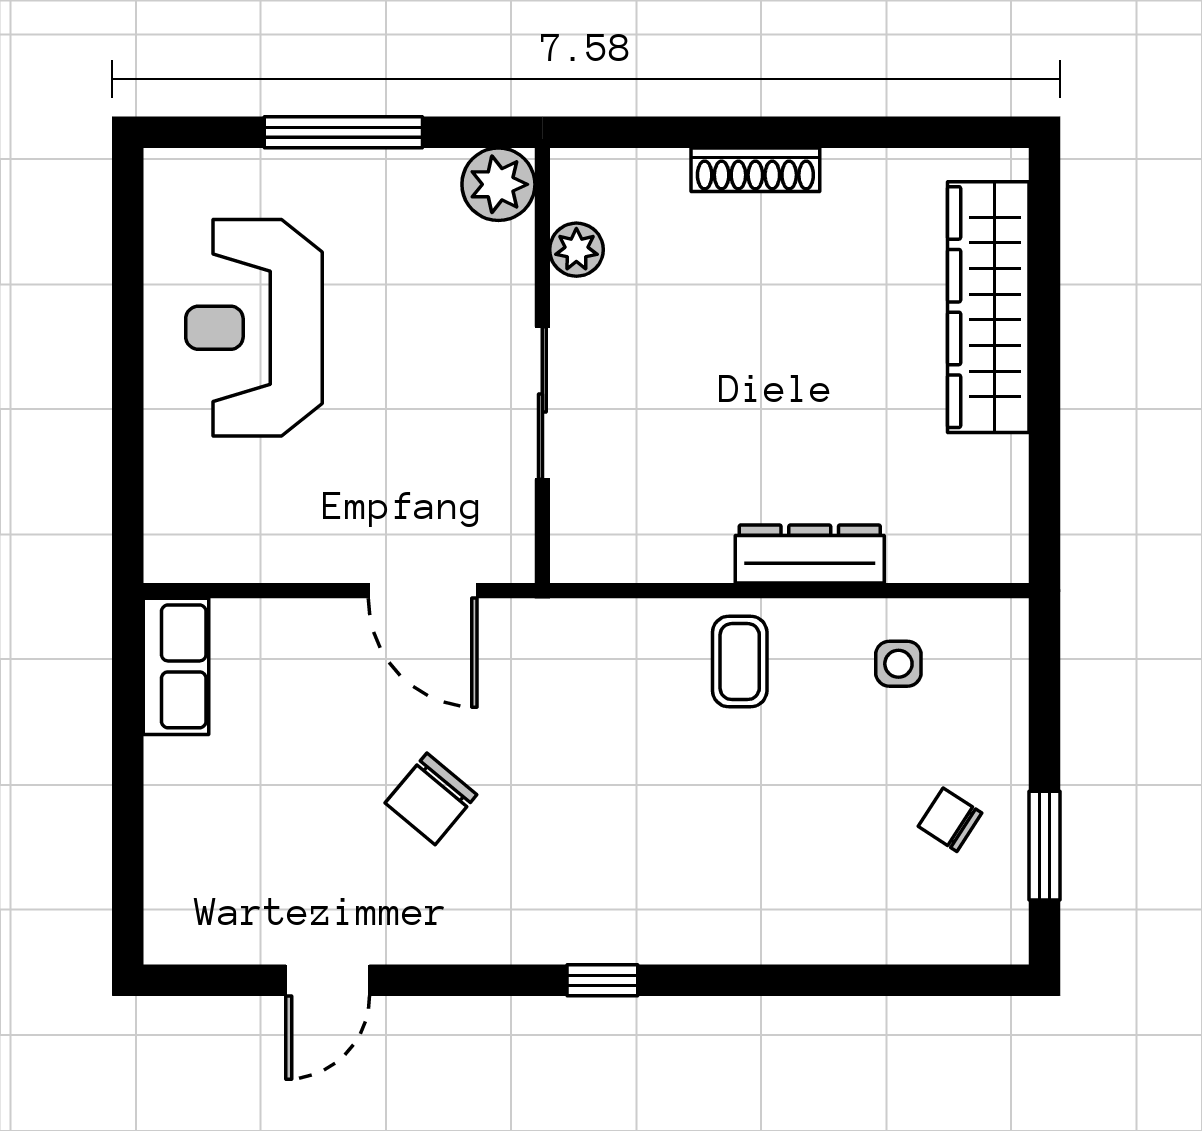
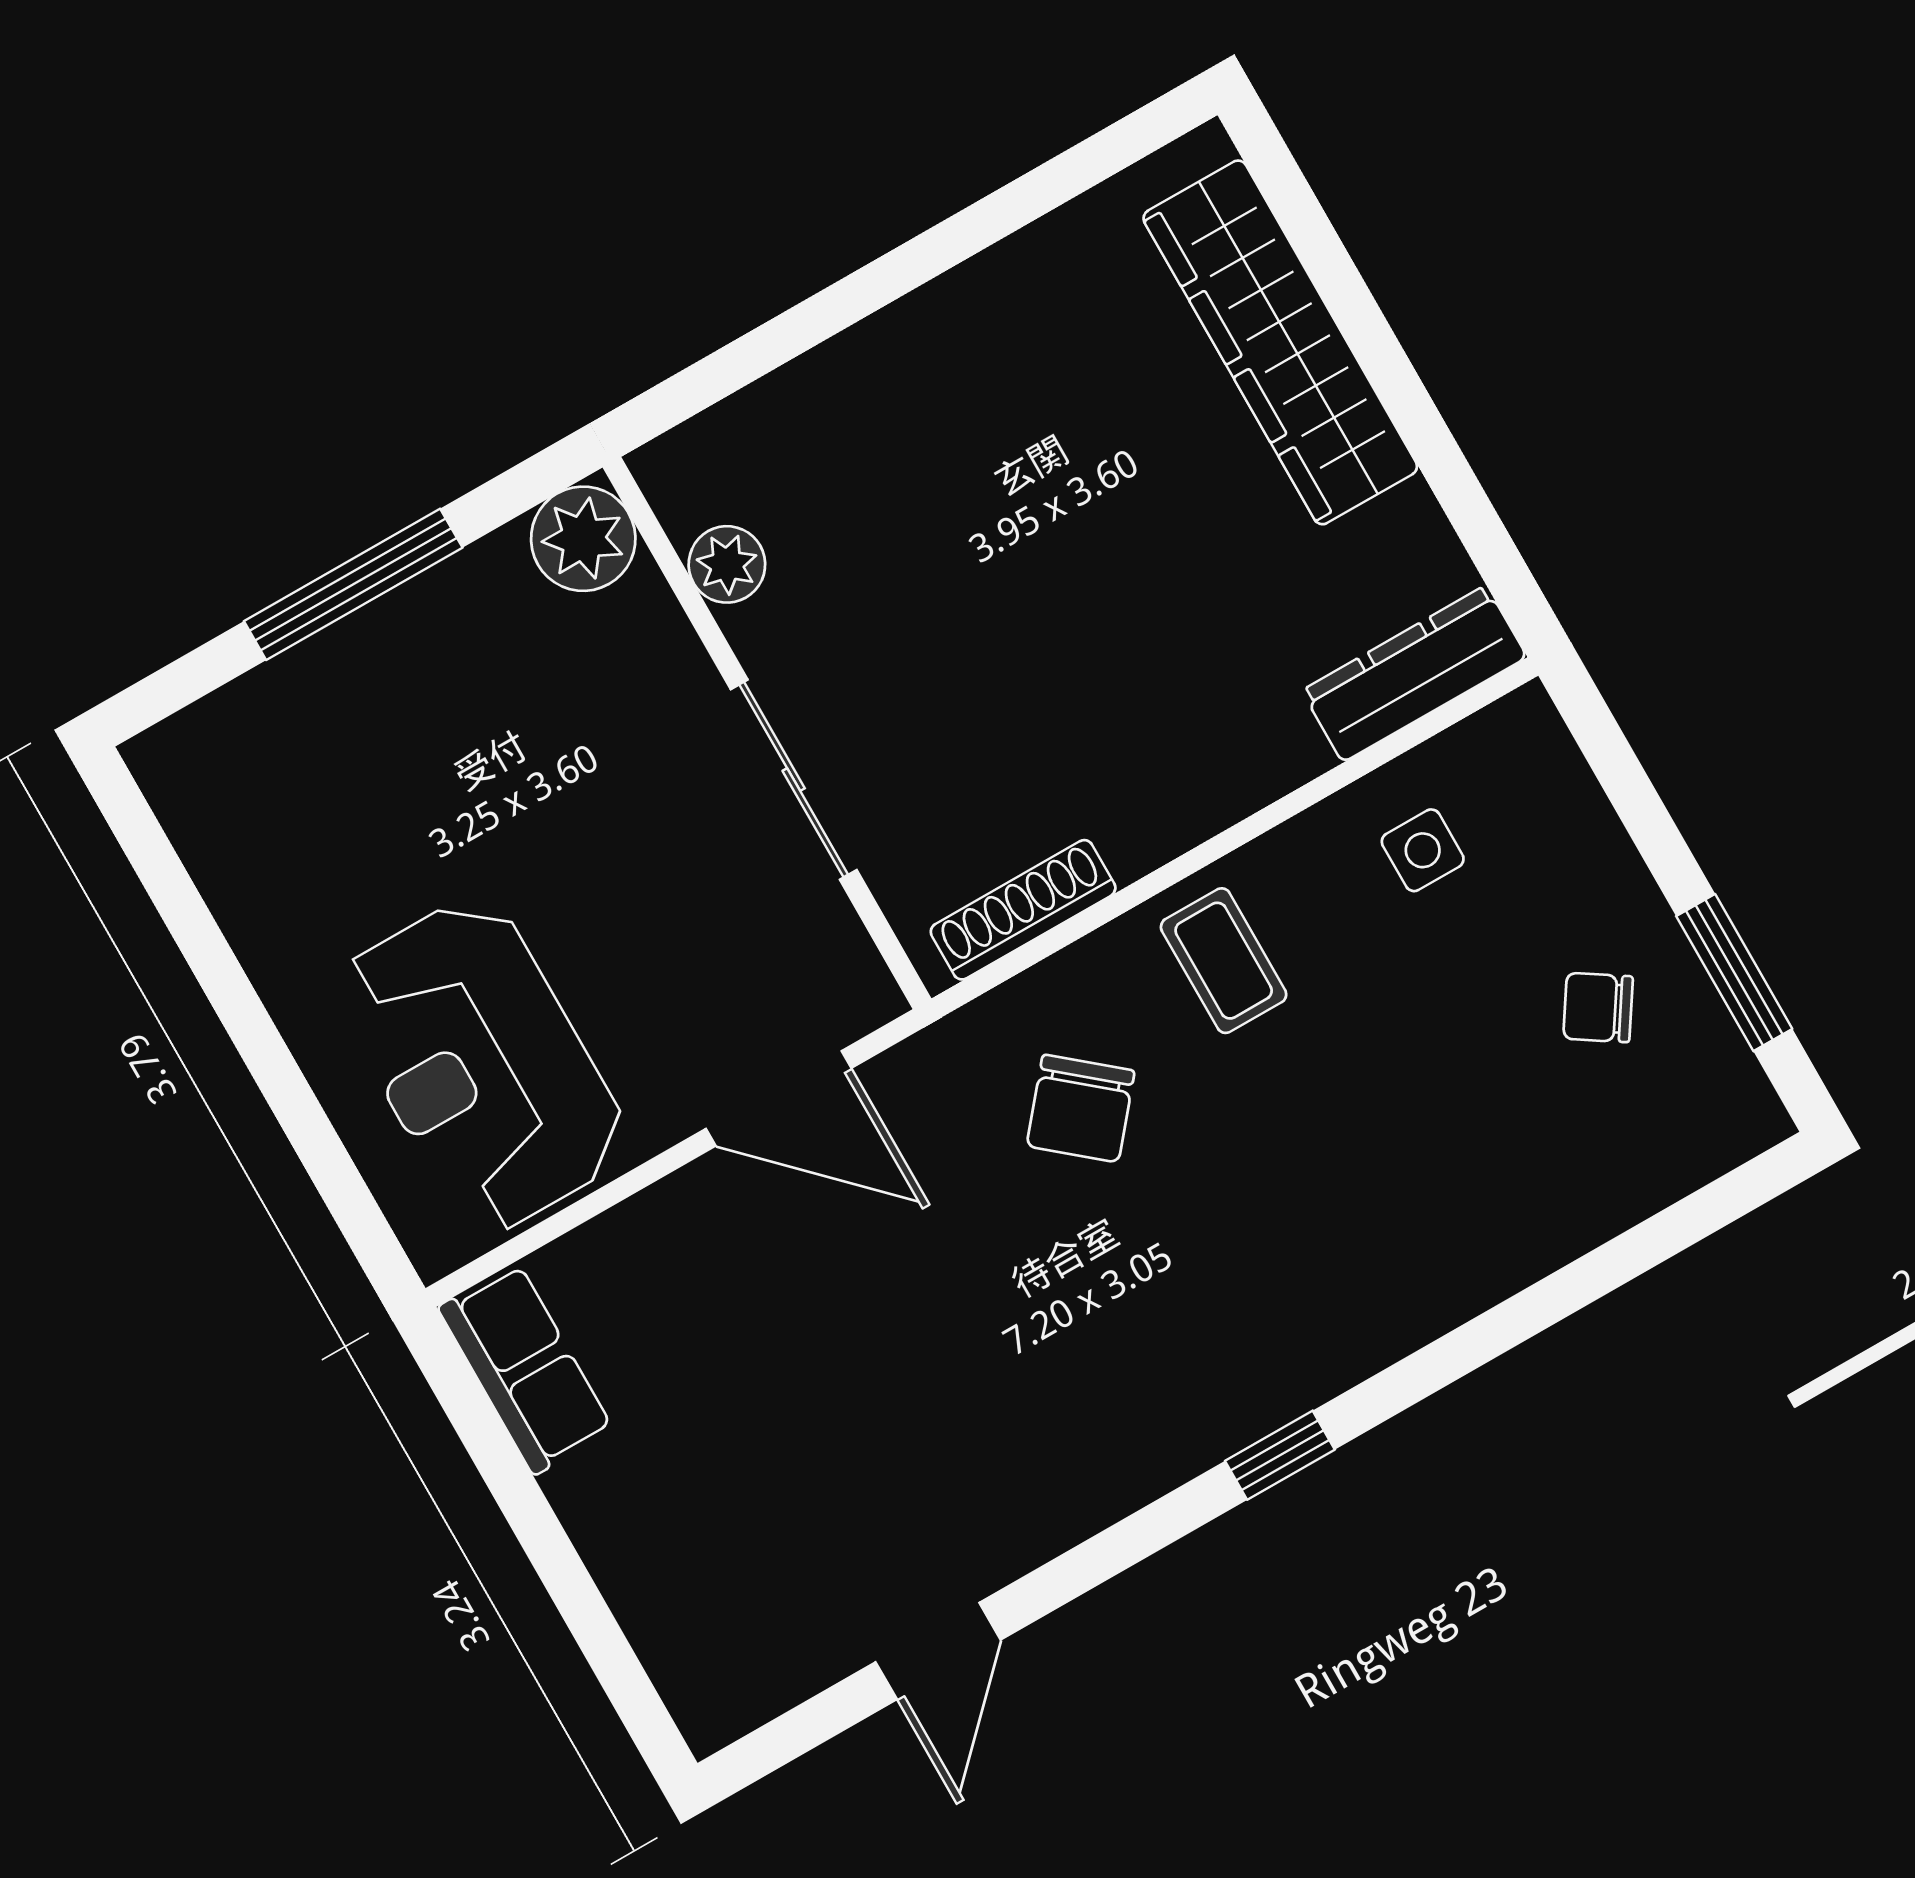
shoe rack: (755, 170) -> (1023, 910), moved, turned 180
reception desk: (254, 328) -> (481, 1065), moved
dresser: (810, 554) -> (1414, 674), moved
chair: (431, 799) -> (1081, 1108), moved

